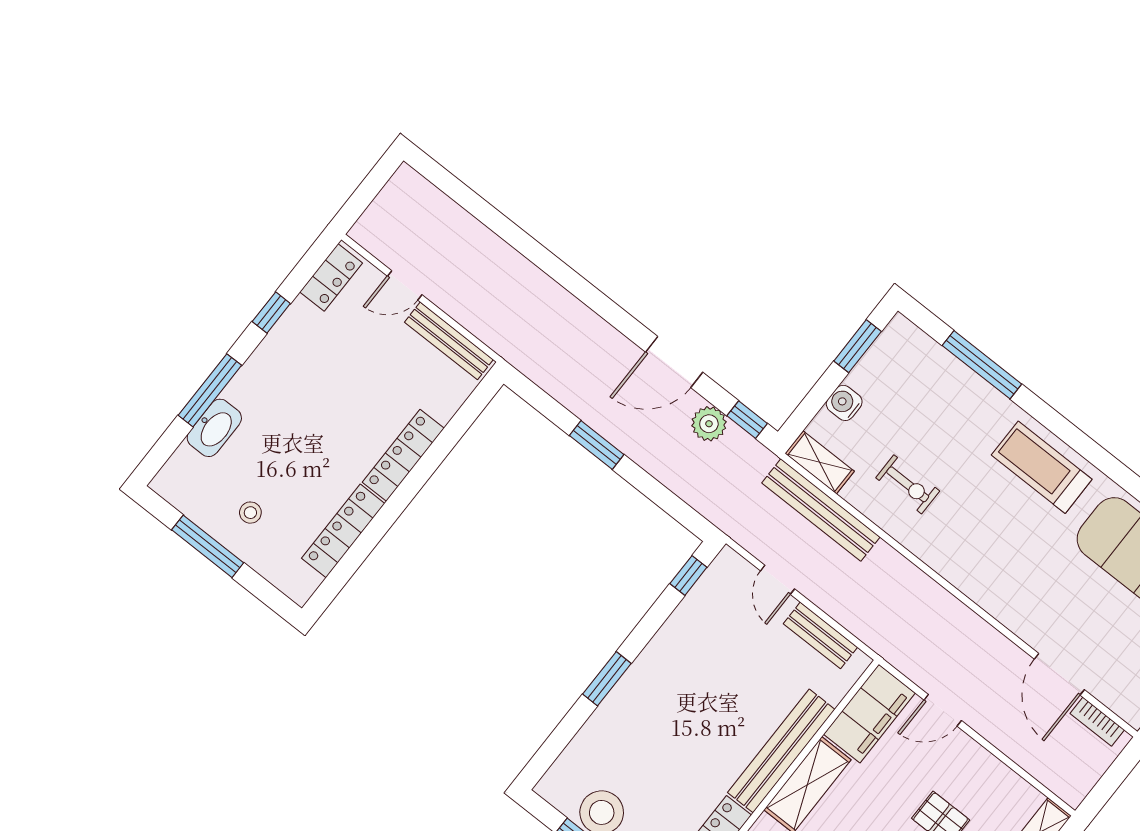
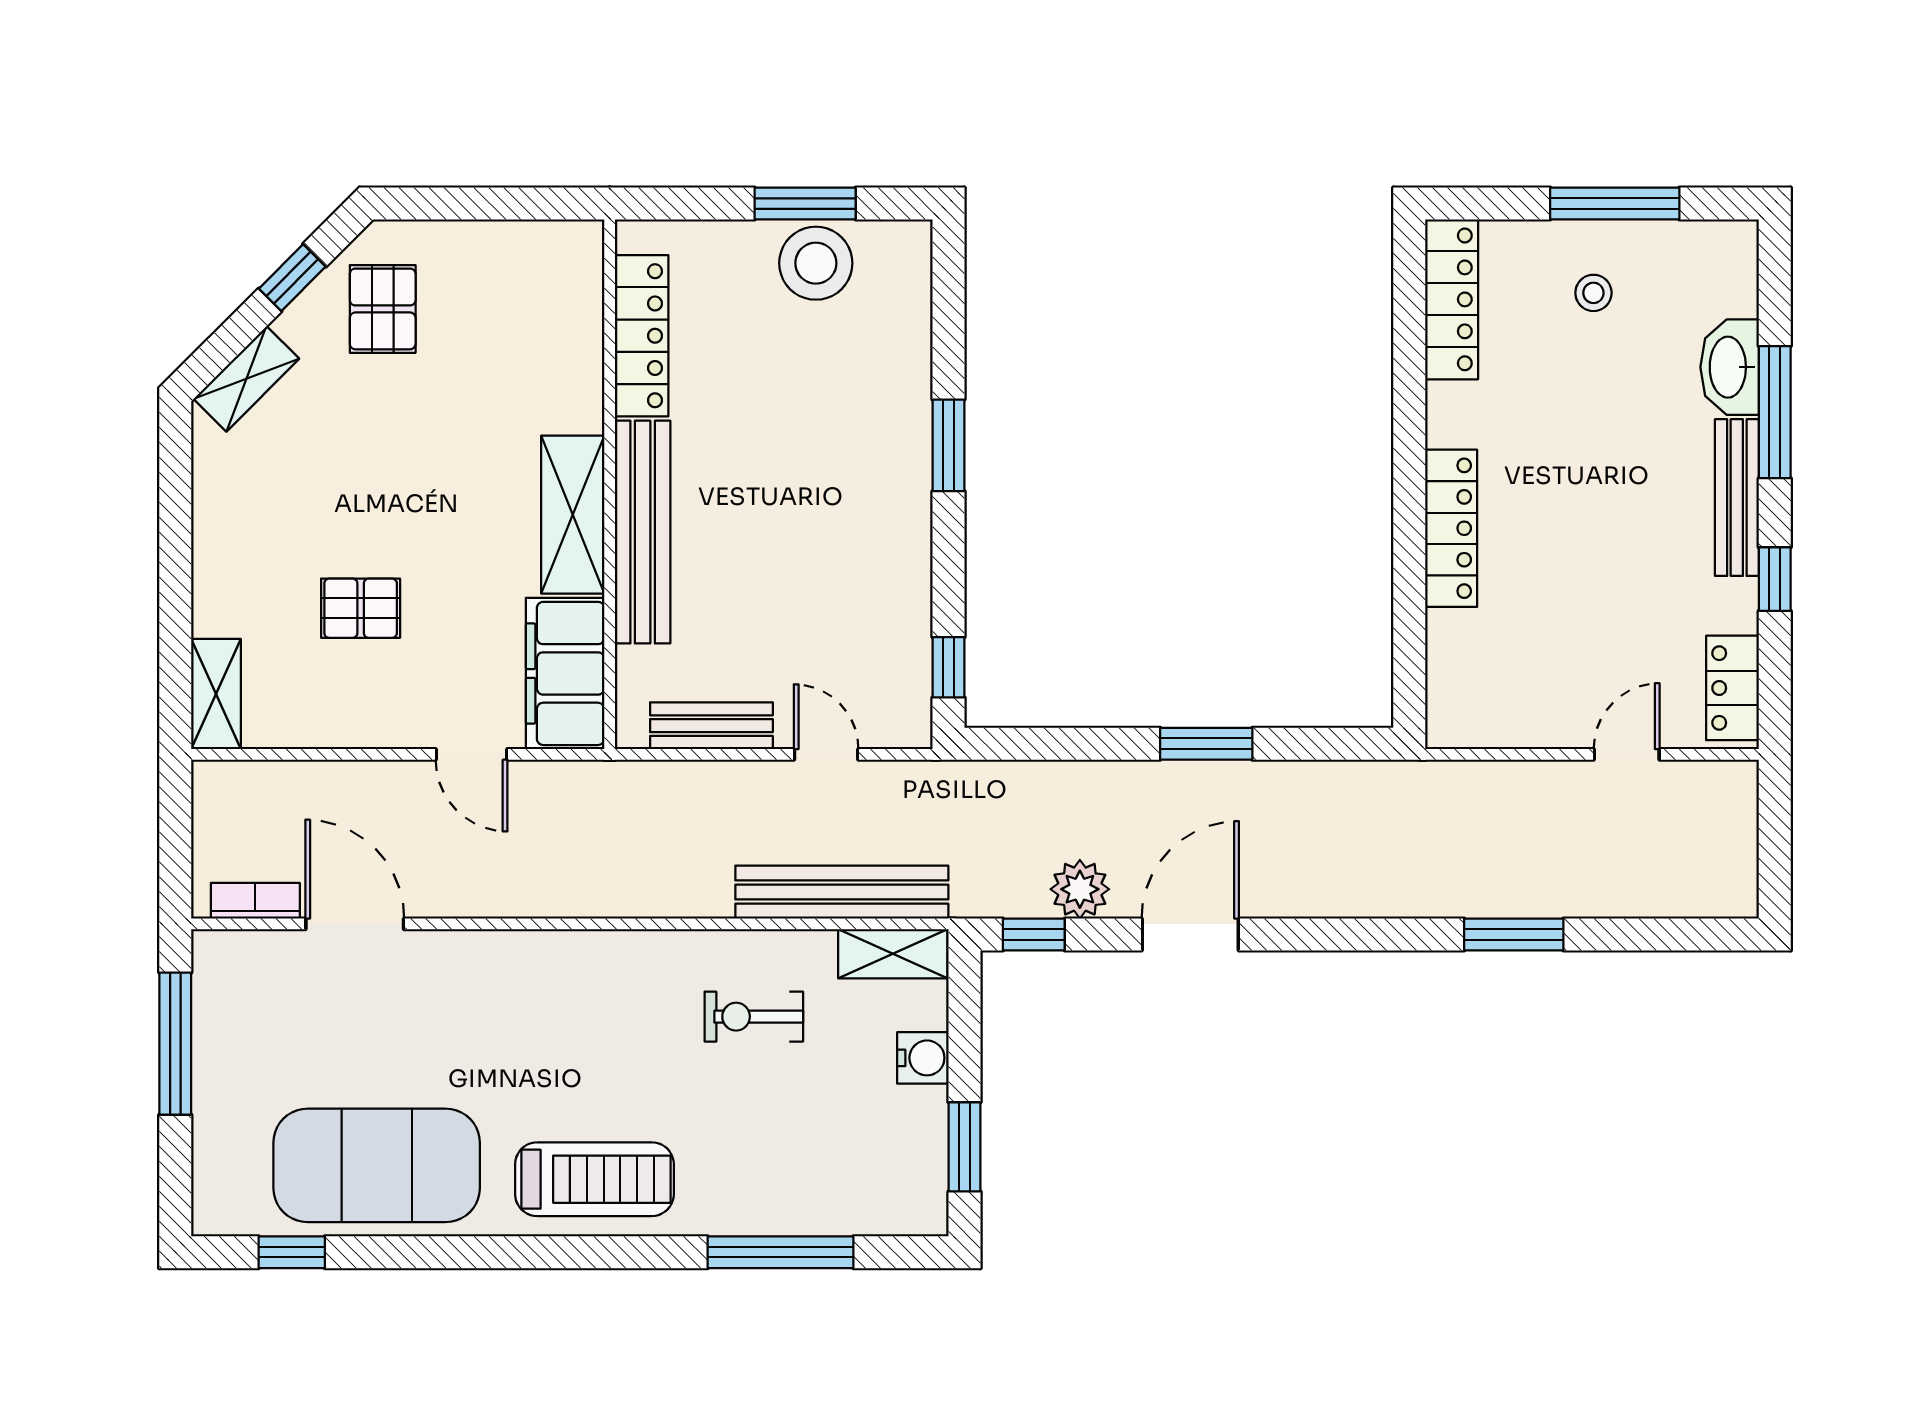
window: (524, 243) -> (1514, 934), added
bench: (449, 341) -> (1737, 498), moved, turned 90
locker: (343, 531) -> (1452, 299), moved
door: (943, 710) -> (472, 754), swing flipped

